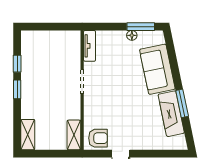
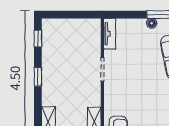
window: (17, 64) -> (38, 38), moved

